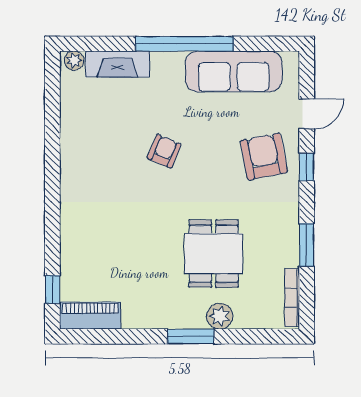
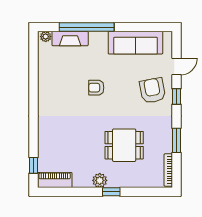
window: (184, 44) -> (87, 27), moved
armchair: (164, 151) -> (96, 88), turned -113
dining table: (214, 254) -> (124, 145), turned 90
plant: (220, 316) -> (100, 180), moved
window: (191, 336) -> (111, 192), width x0.67

